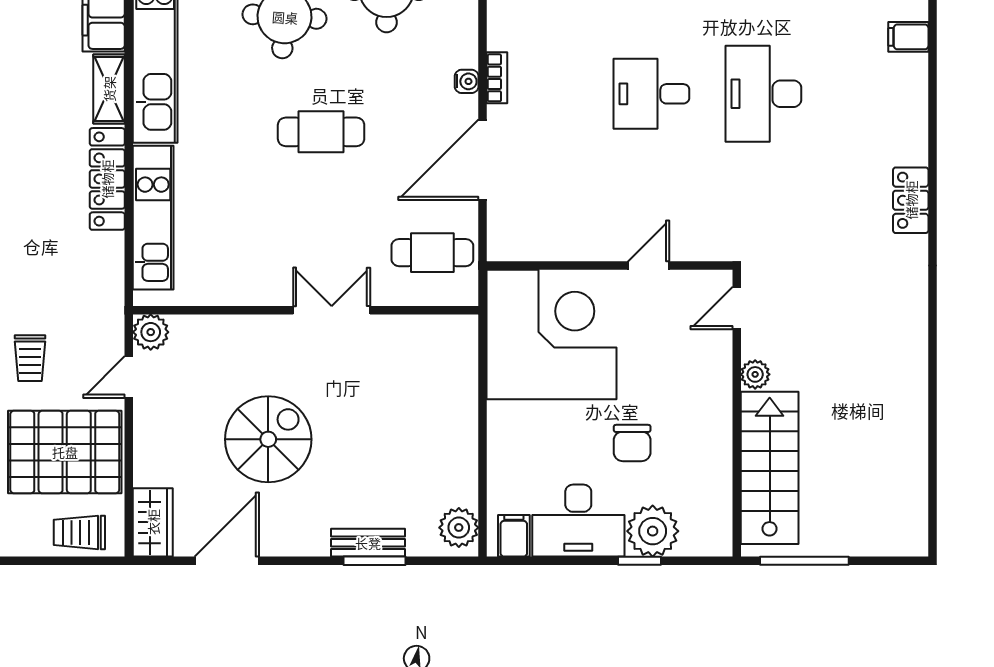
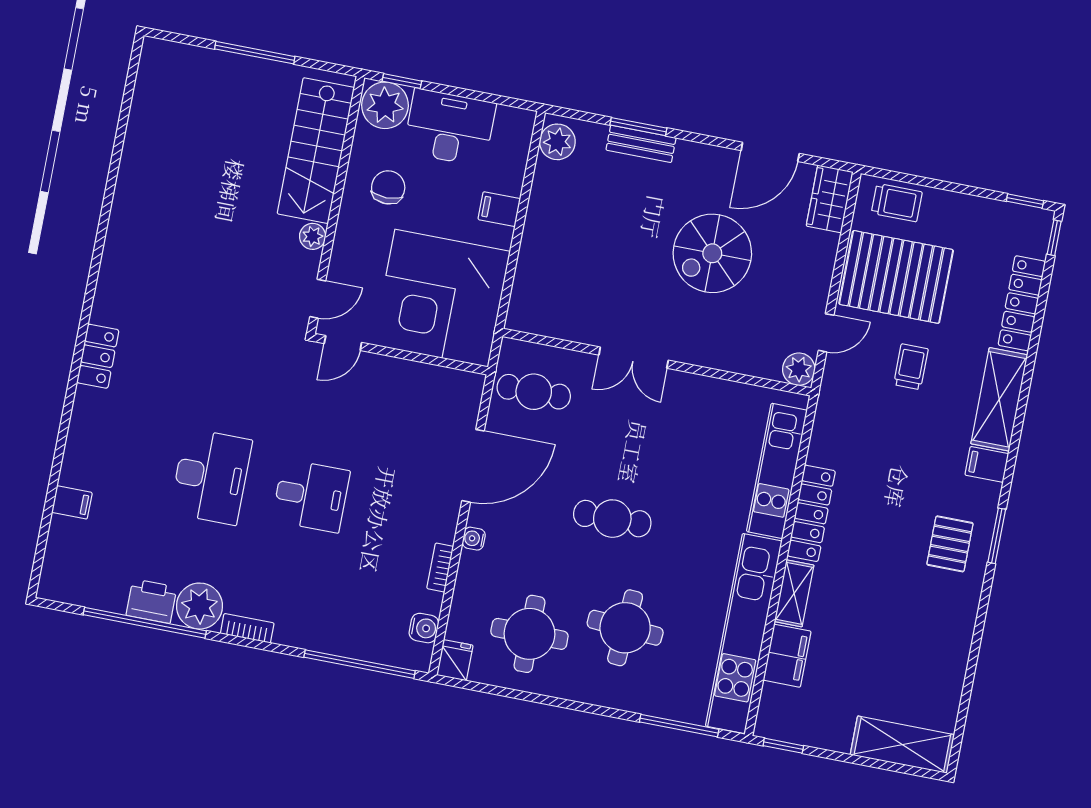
bookcase: (497, 78) -> (440, 567), moved
door: (737, 308) -> (318, 299), moved
plant: (755, 374) -> (313, 236), moved
wall: (737, 413) -> (336, 205), moved
stairs: (770, 468) -> (316, 151), moved
filing cabinet: (514, 536) -> (499, 209), moved, turned 90

